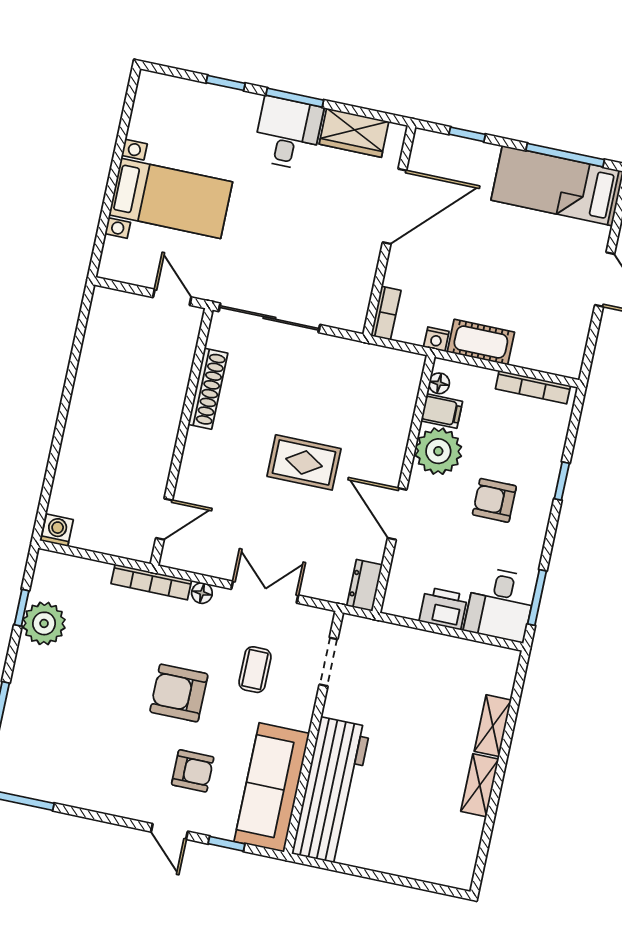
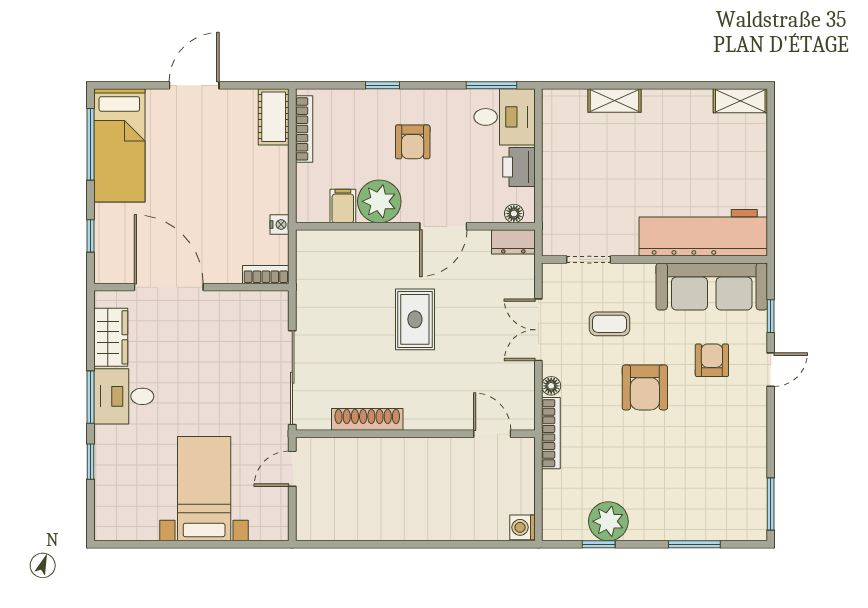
cot: (481, 342) -> (274, 117), moved
floor lamp: (439, 383) -> (514, 214), moved
shelving: (480, 785) -> (740, 101), moved

